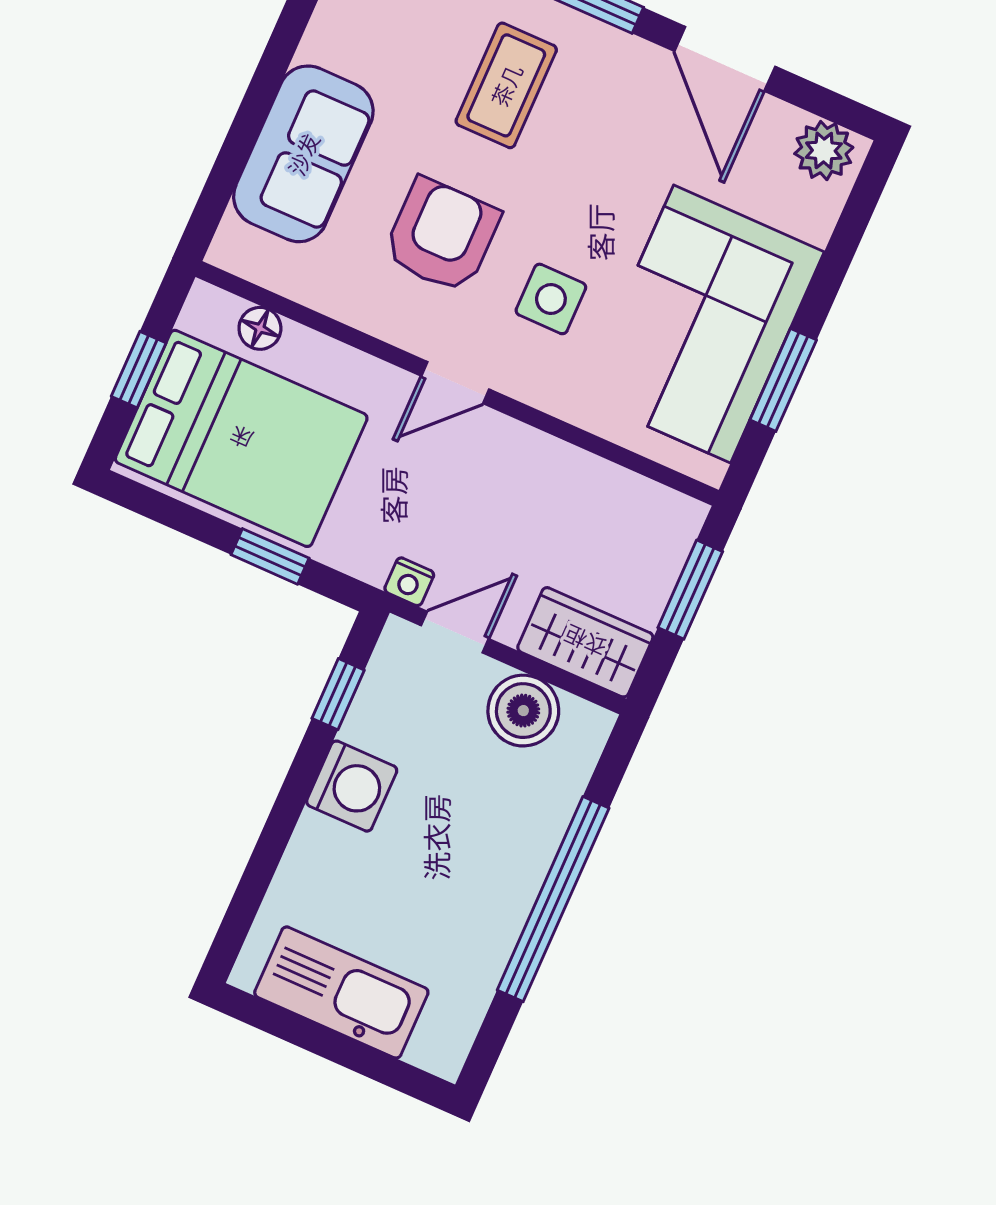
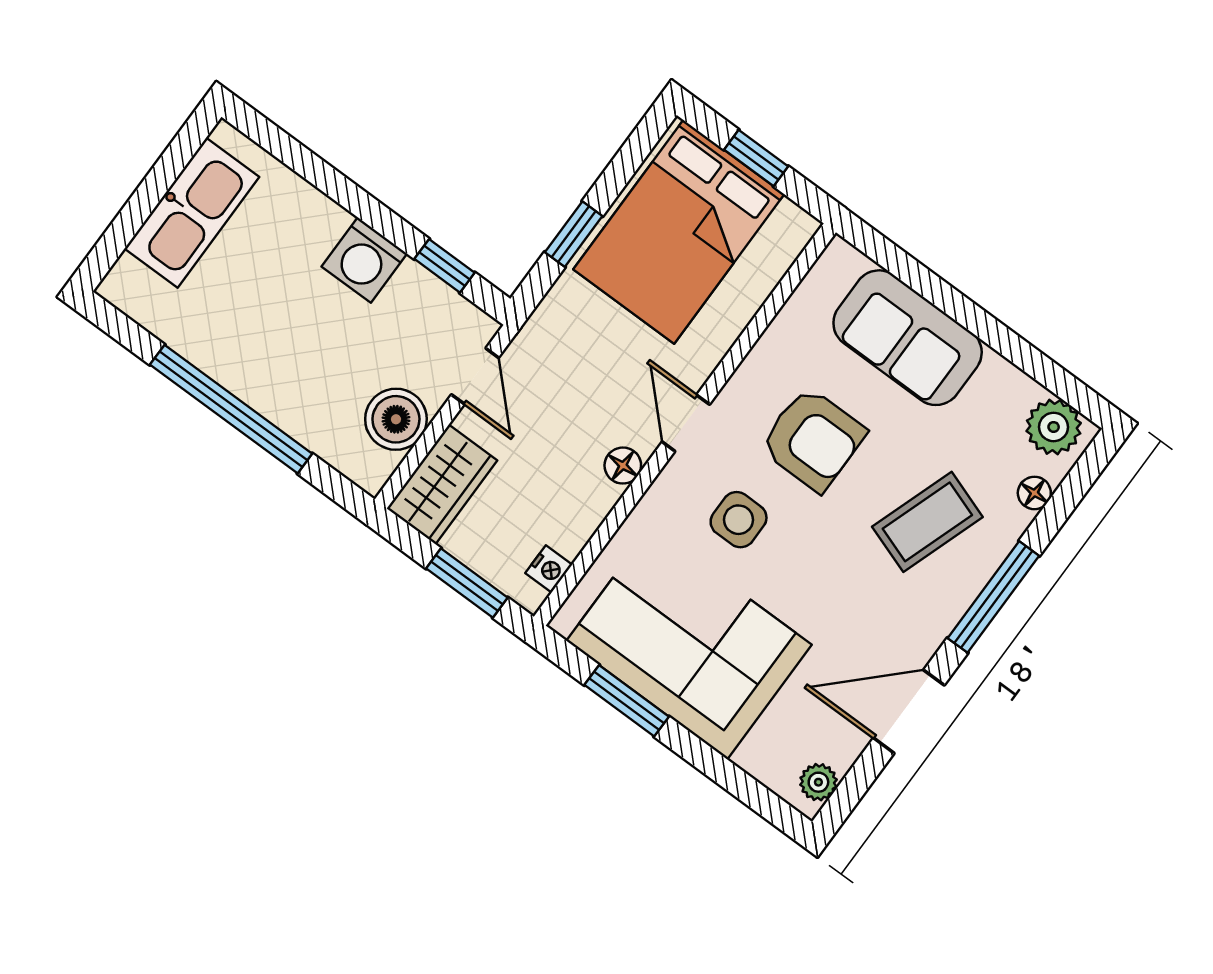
coffee table: (506, 85) -> (927, 522), turned -71
plant: (824, 151) -> (818, 782), width x0.73, depth x0.73
floor lamp: (260, 328) -> (623, 466), moved
nightstand: (409, 582) -> (549, 569), moved, turned 180

